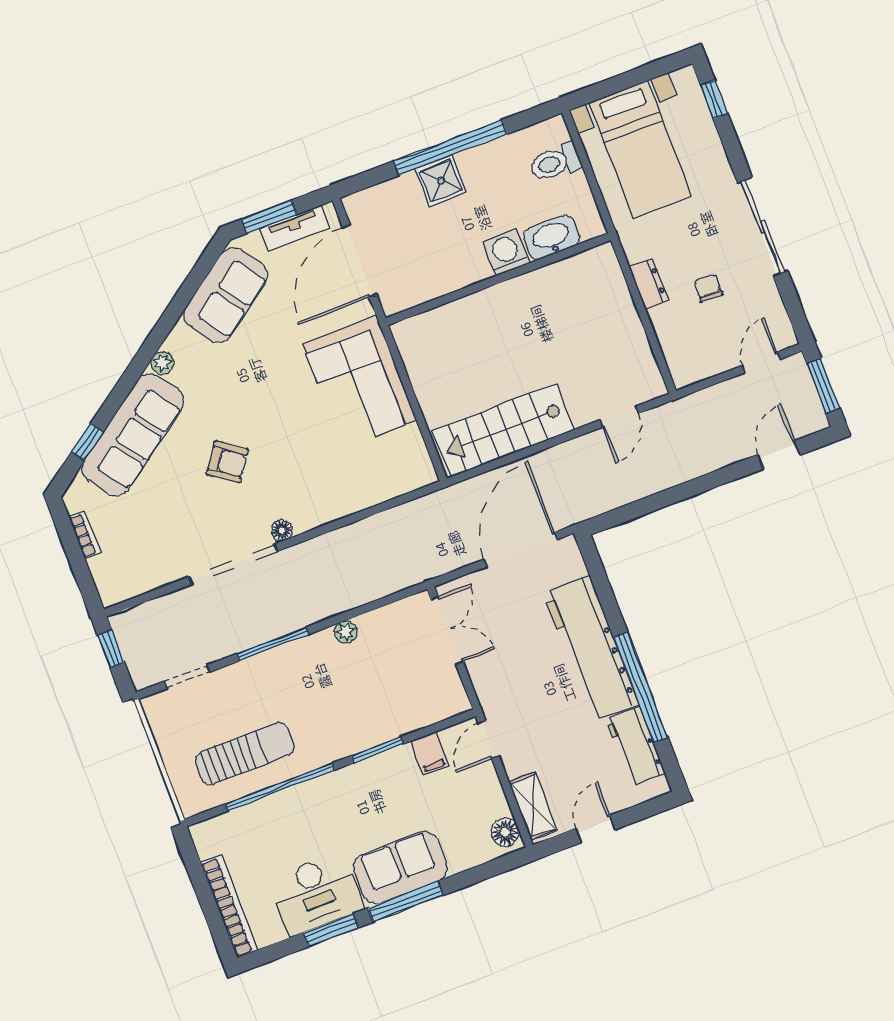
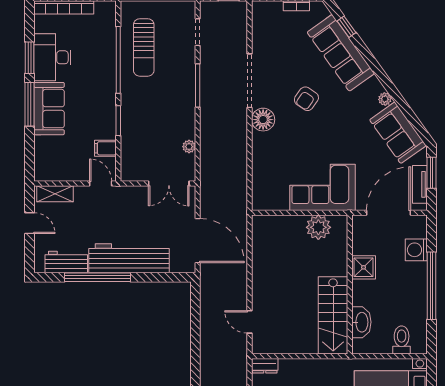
shower: (441, 181) -> (364, 267), moved
washing machine: (506, 252) -> (416, 250), moved, turned 180
door: (360, 261) -> (389, 213), hinge flipped
dresser: (649, 284) -> (265, 366), moved
plant: (162, 363) -> (385, 99), moved
plant: (426, 364) -> (318, 227), added
stairs: (504, 430) -> (333, 315), moved, turned 180
floor lamp: (282, 531) -> (263, 120), width x1.89, depth x1.89
plant: (346, 632) -> (189, 147), moved
floor lamp: (505, 832) -> (47, 173), removed

